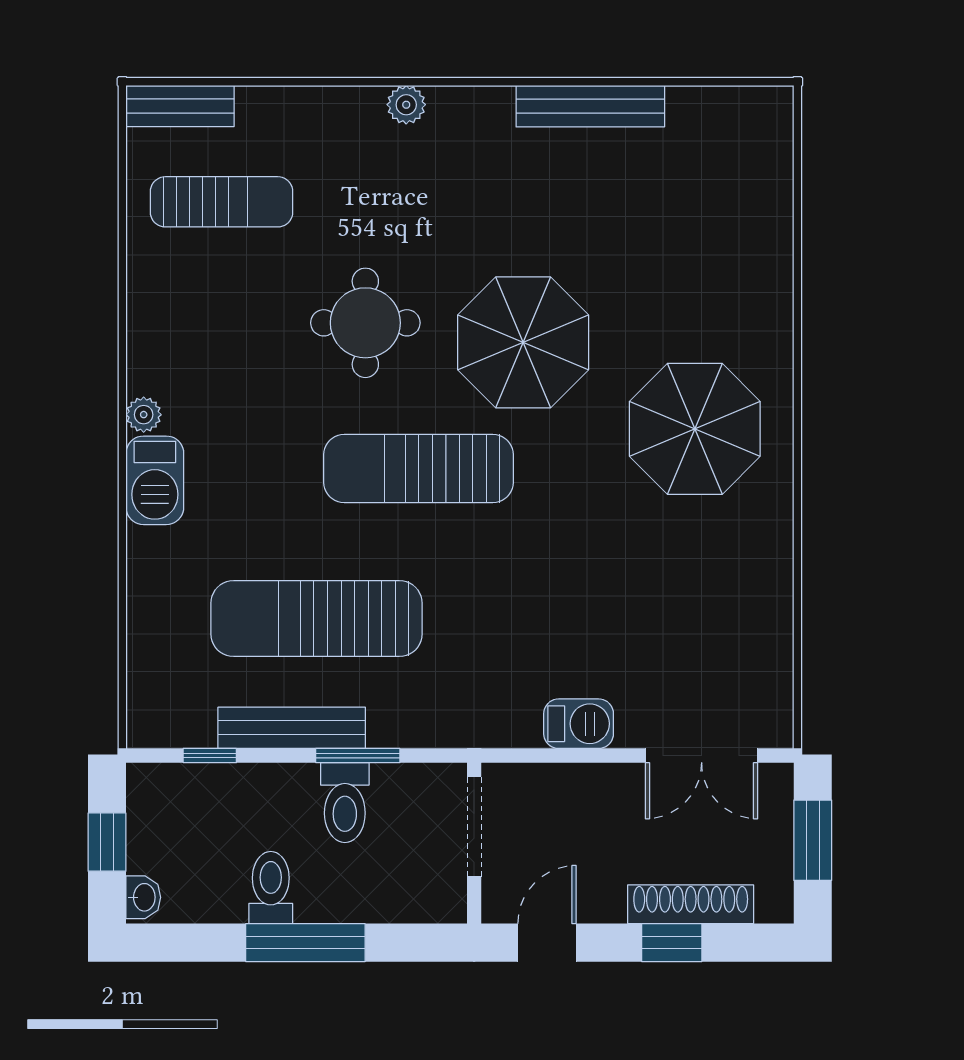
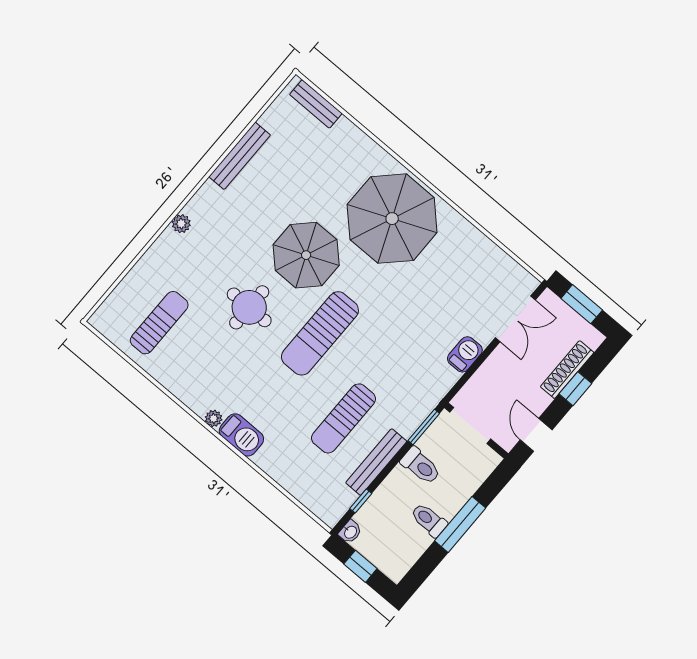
bench: (180, 106) -> (316, 104), moved, turned 90
parasol: (695, 429) -> (392, 219), width x1.36, depth x1.36
sun lounger: (316, 619) -> (343, 418), width x0.73, depth x0.75
window: (358, 756) -> (424, 427), moved
washbasin: (143, 897) -> (350, 532), moved, turned 90

